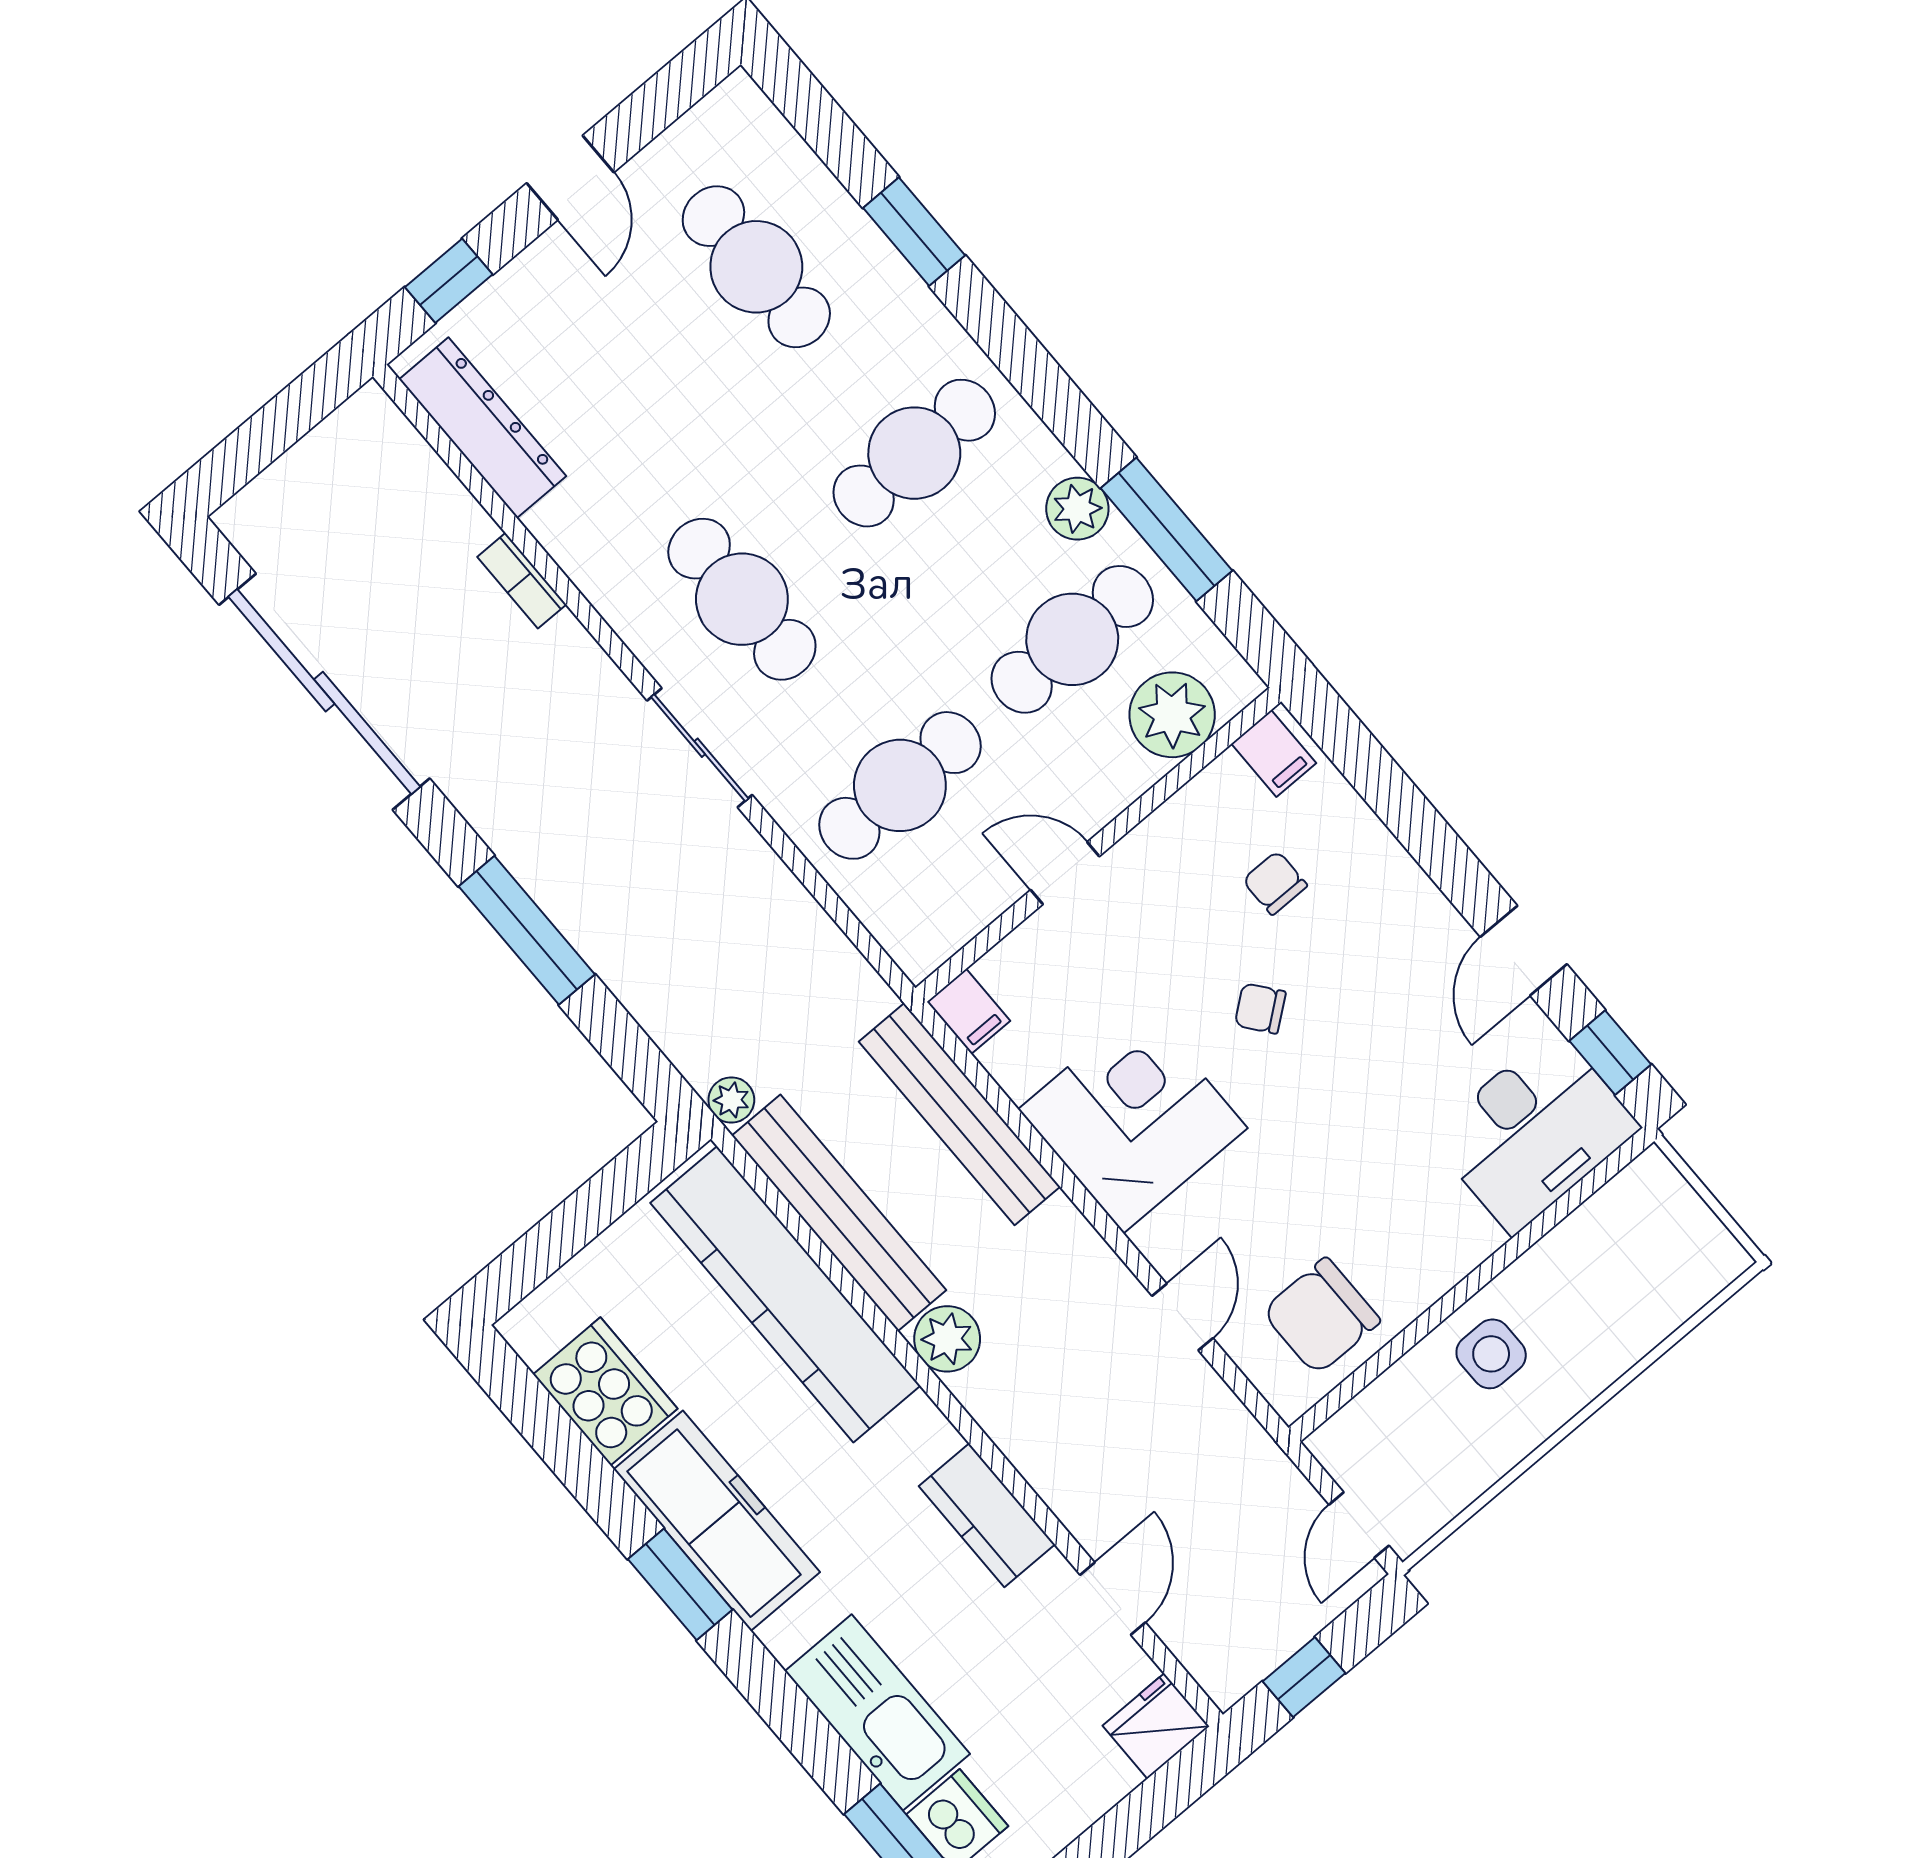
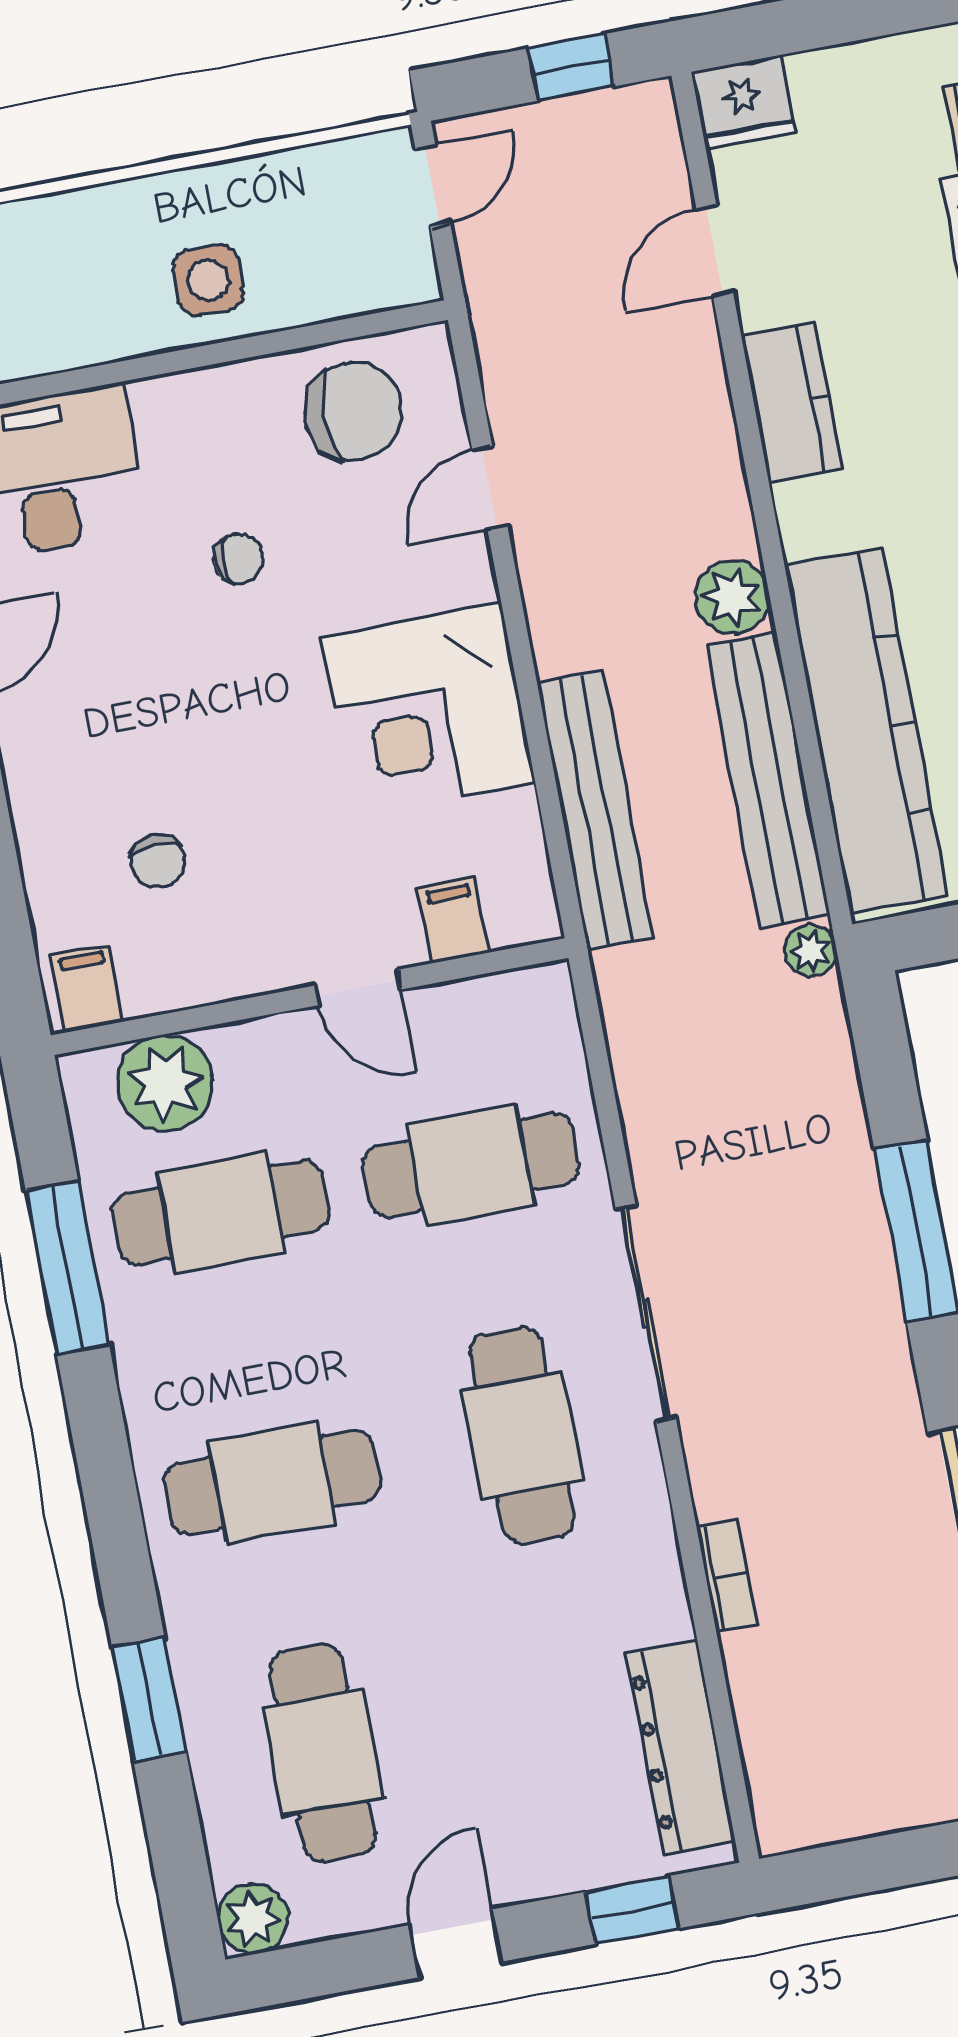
plant: (1077, 509) -> (253, 1919), moved
sliding door: (700, 748) -> (646, 1313), width x1.37
chair: (1260, 1008) -> (239, 558), moved, turned -52
filing cabinet: (969, 1011) -> (453, 920), moved

